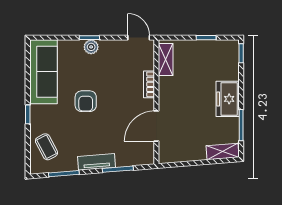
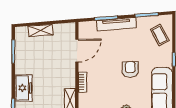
freezer: (228, 99) -> (23, 88), moved
shelving: (222, 151) -> (41, 30), moved
tv unit: (96, 162) -> (116, 24), width x1.41

